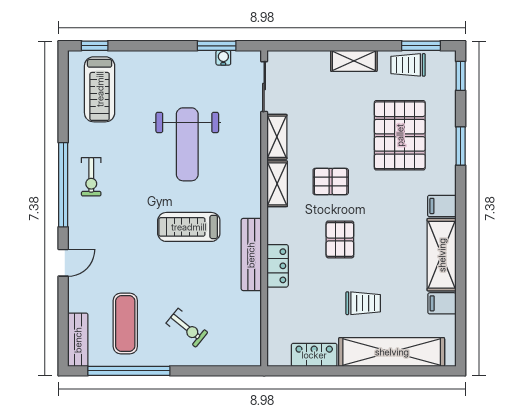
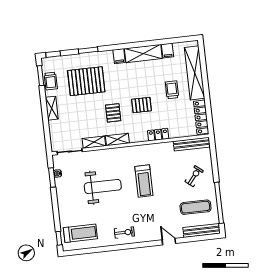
window: (63, 185) -> (130, 246), removed
bench: (251, 255) -> (192, 144), moved
bench: (78, 340) -> (202, 230), width x1.36
locker: (314, 355) -> (201, 117), width x1.53

